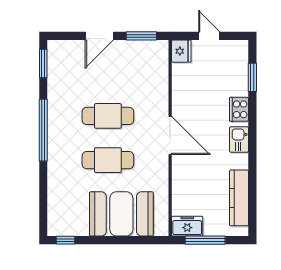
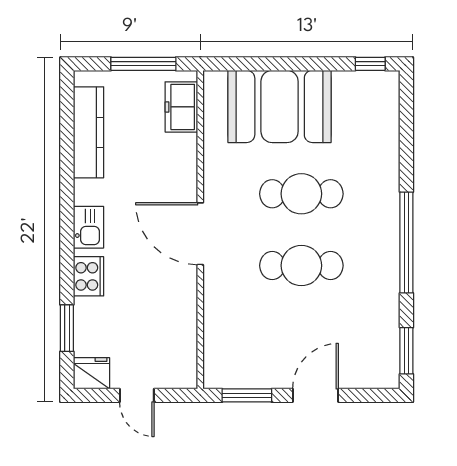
fridge: (181, 51) -> (92, 373), moved, turned 90
freezer: (187, 226) -> (181, 107), moved, turned 90

